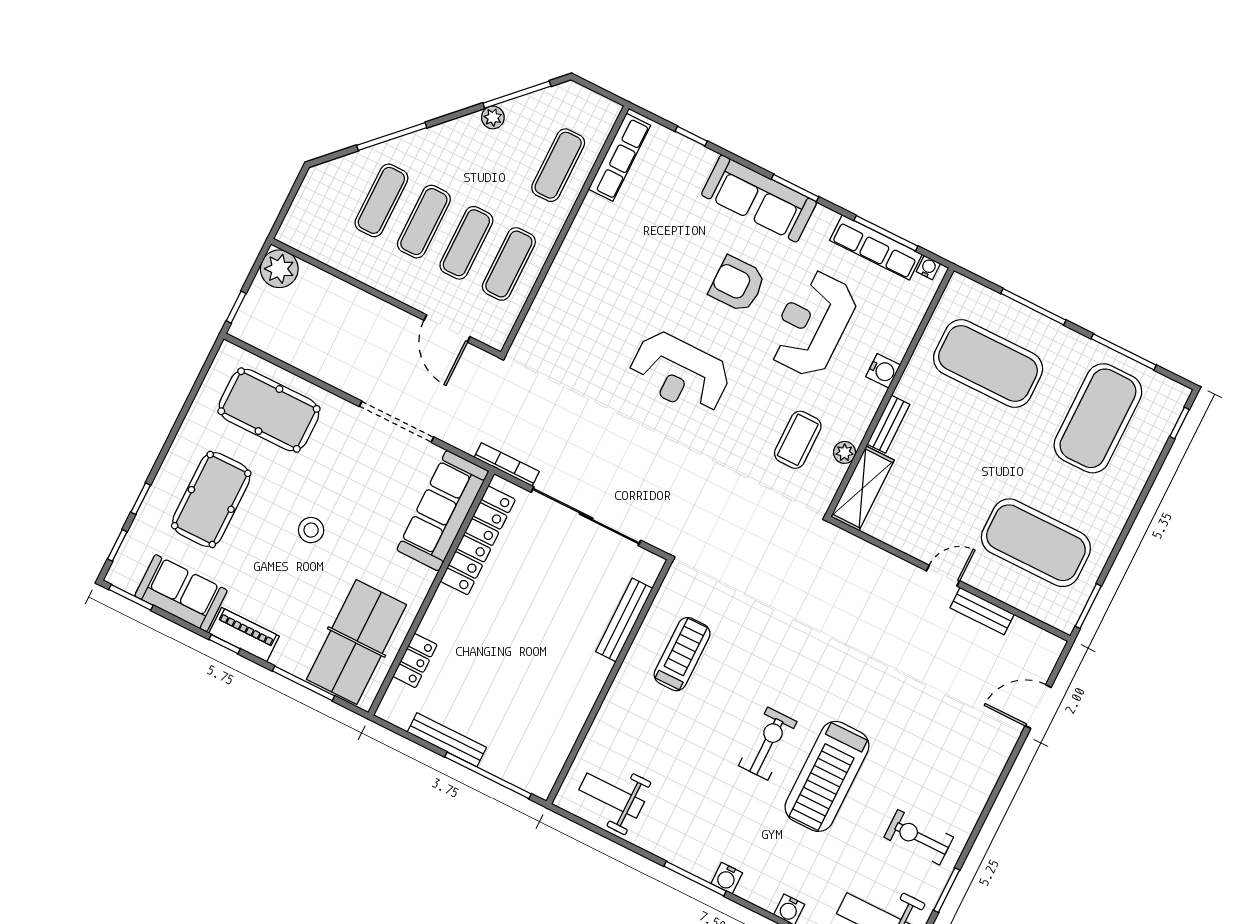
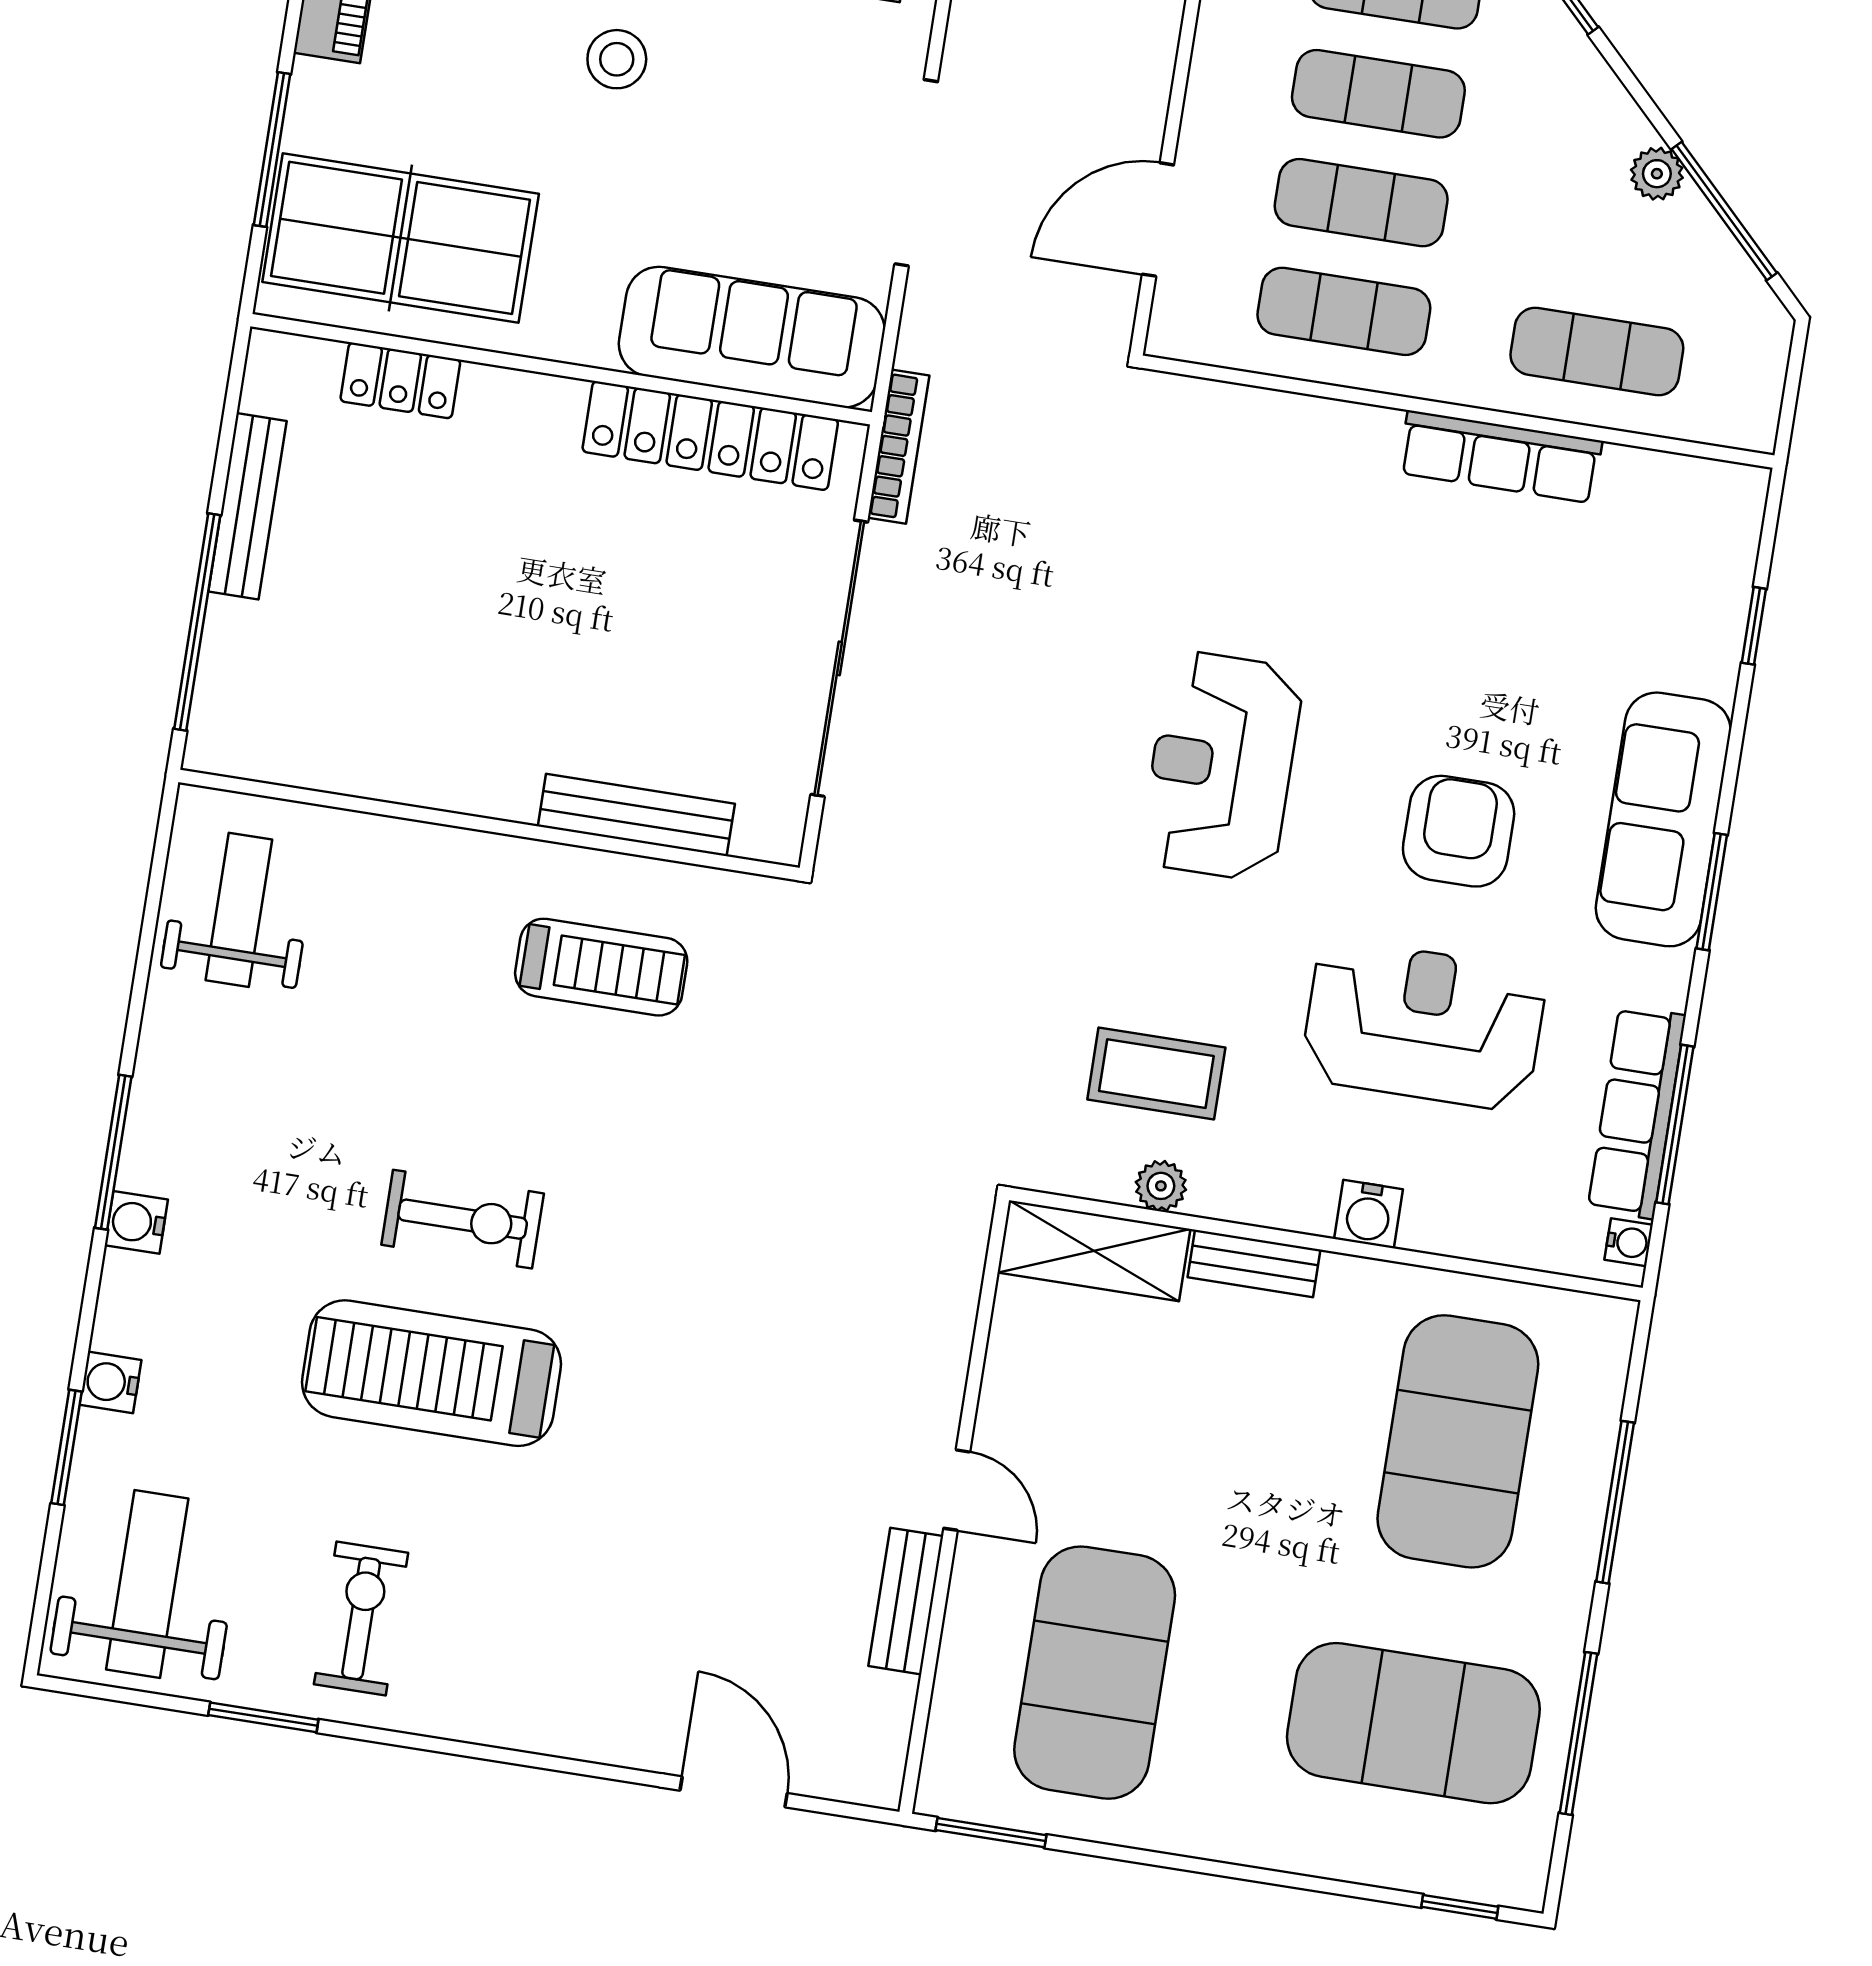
row of seats: (619, 157) -> (1500, 457), moved

